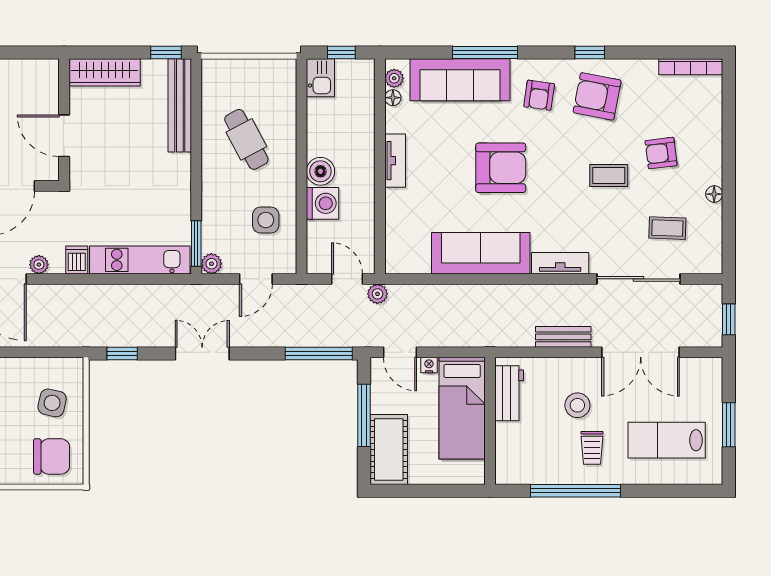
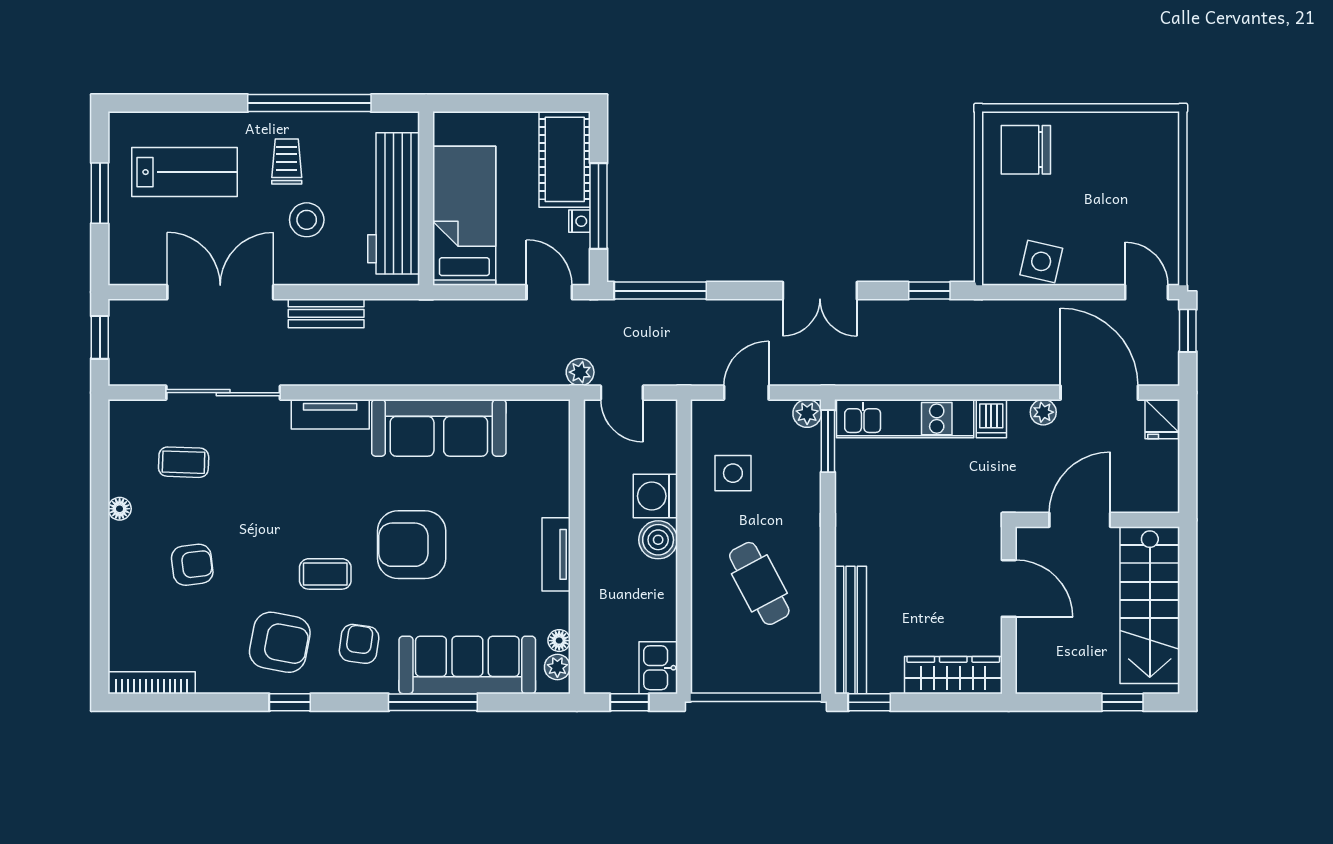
coffee table: (609, 176) -> (325, 574), moved
nightstand: (429, 365) -> (580, 221), moved, turned -90
workbench: (509, 393) -> (394, 203), width x1.88, depth x1.32
side table: (52, 403) -> (1041, 261), moved

